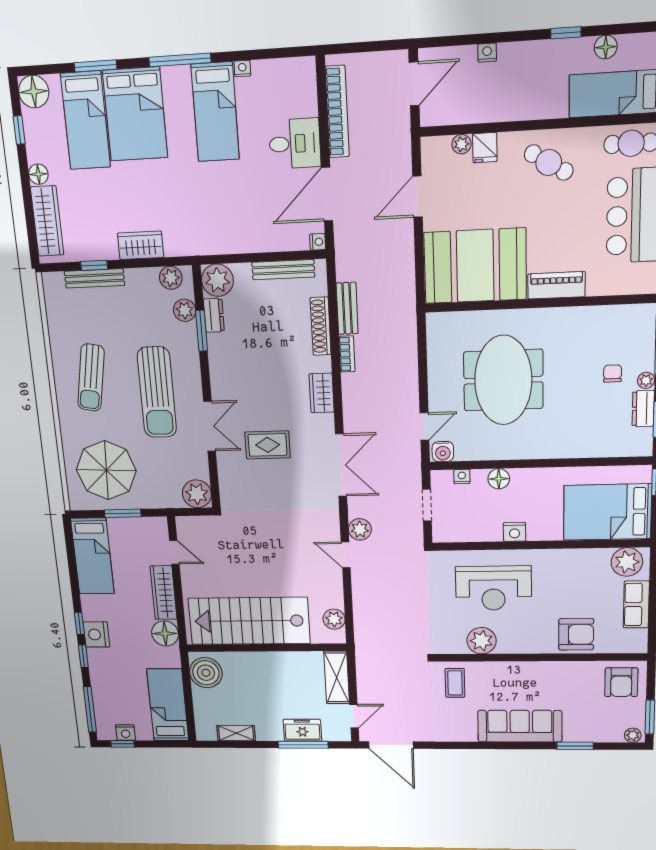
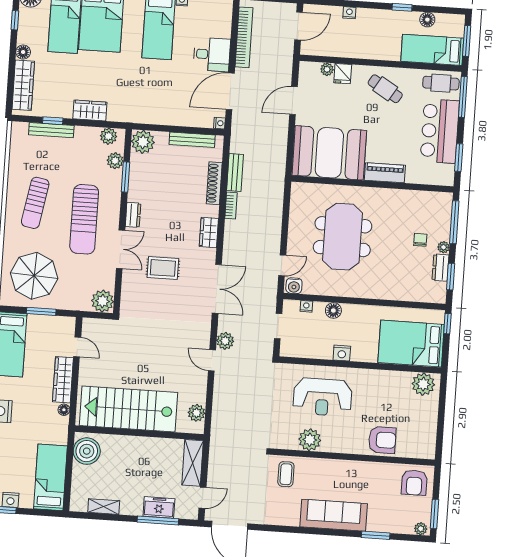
dresser: (214, 315) -> (133, 215), moved
row of seats: (636, 605) -> (429, 419), removed
floor lamp: (165, 633) -> (64, 410), width x0.53, depth x0.53

